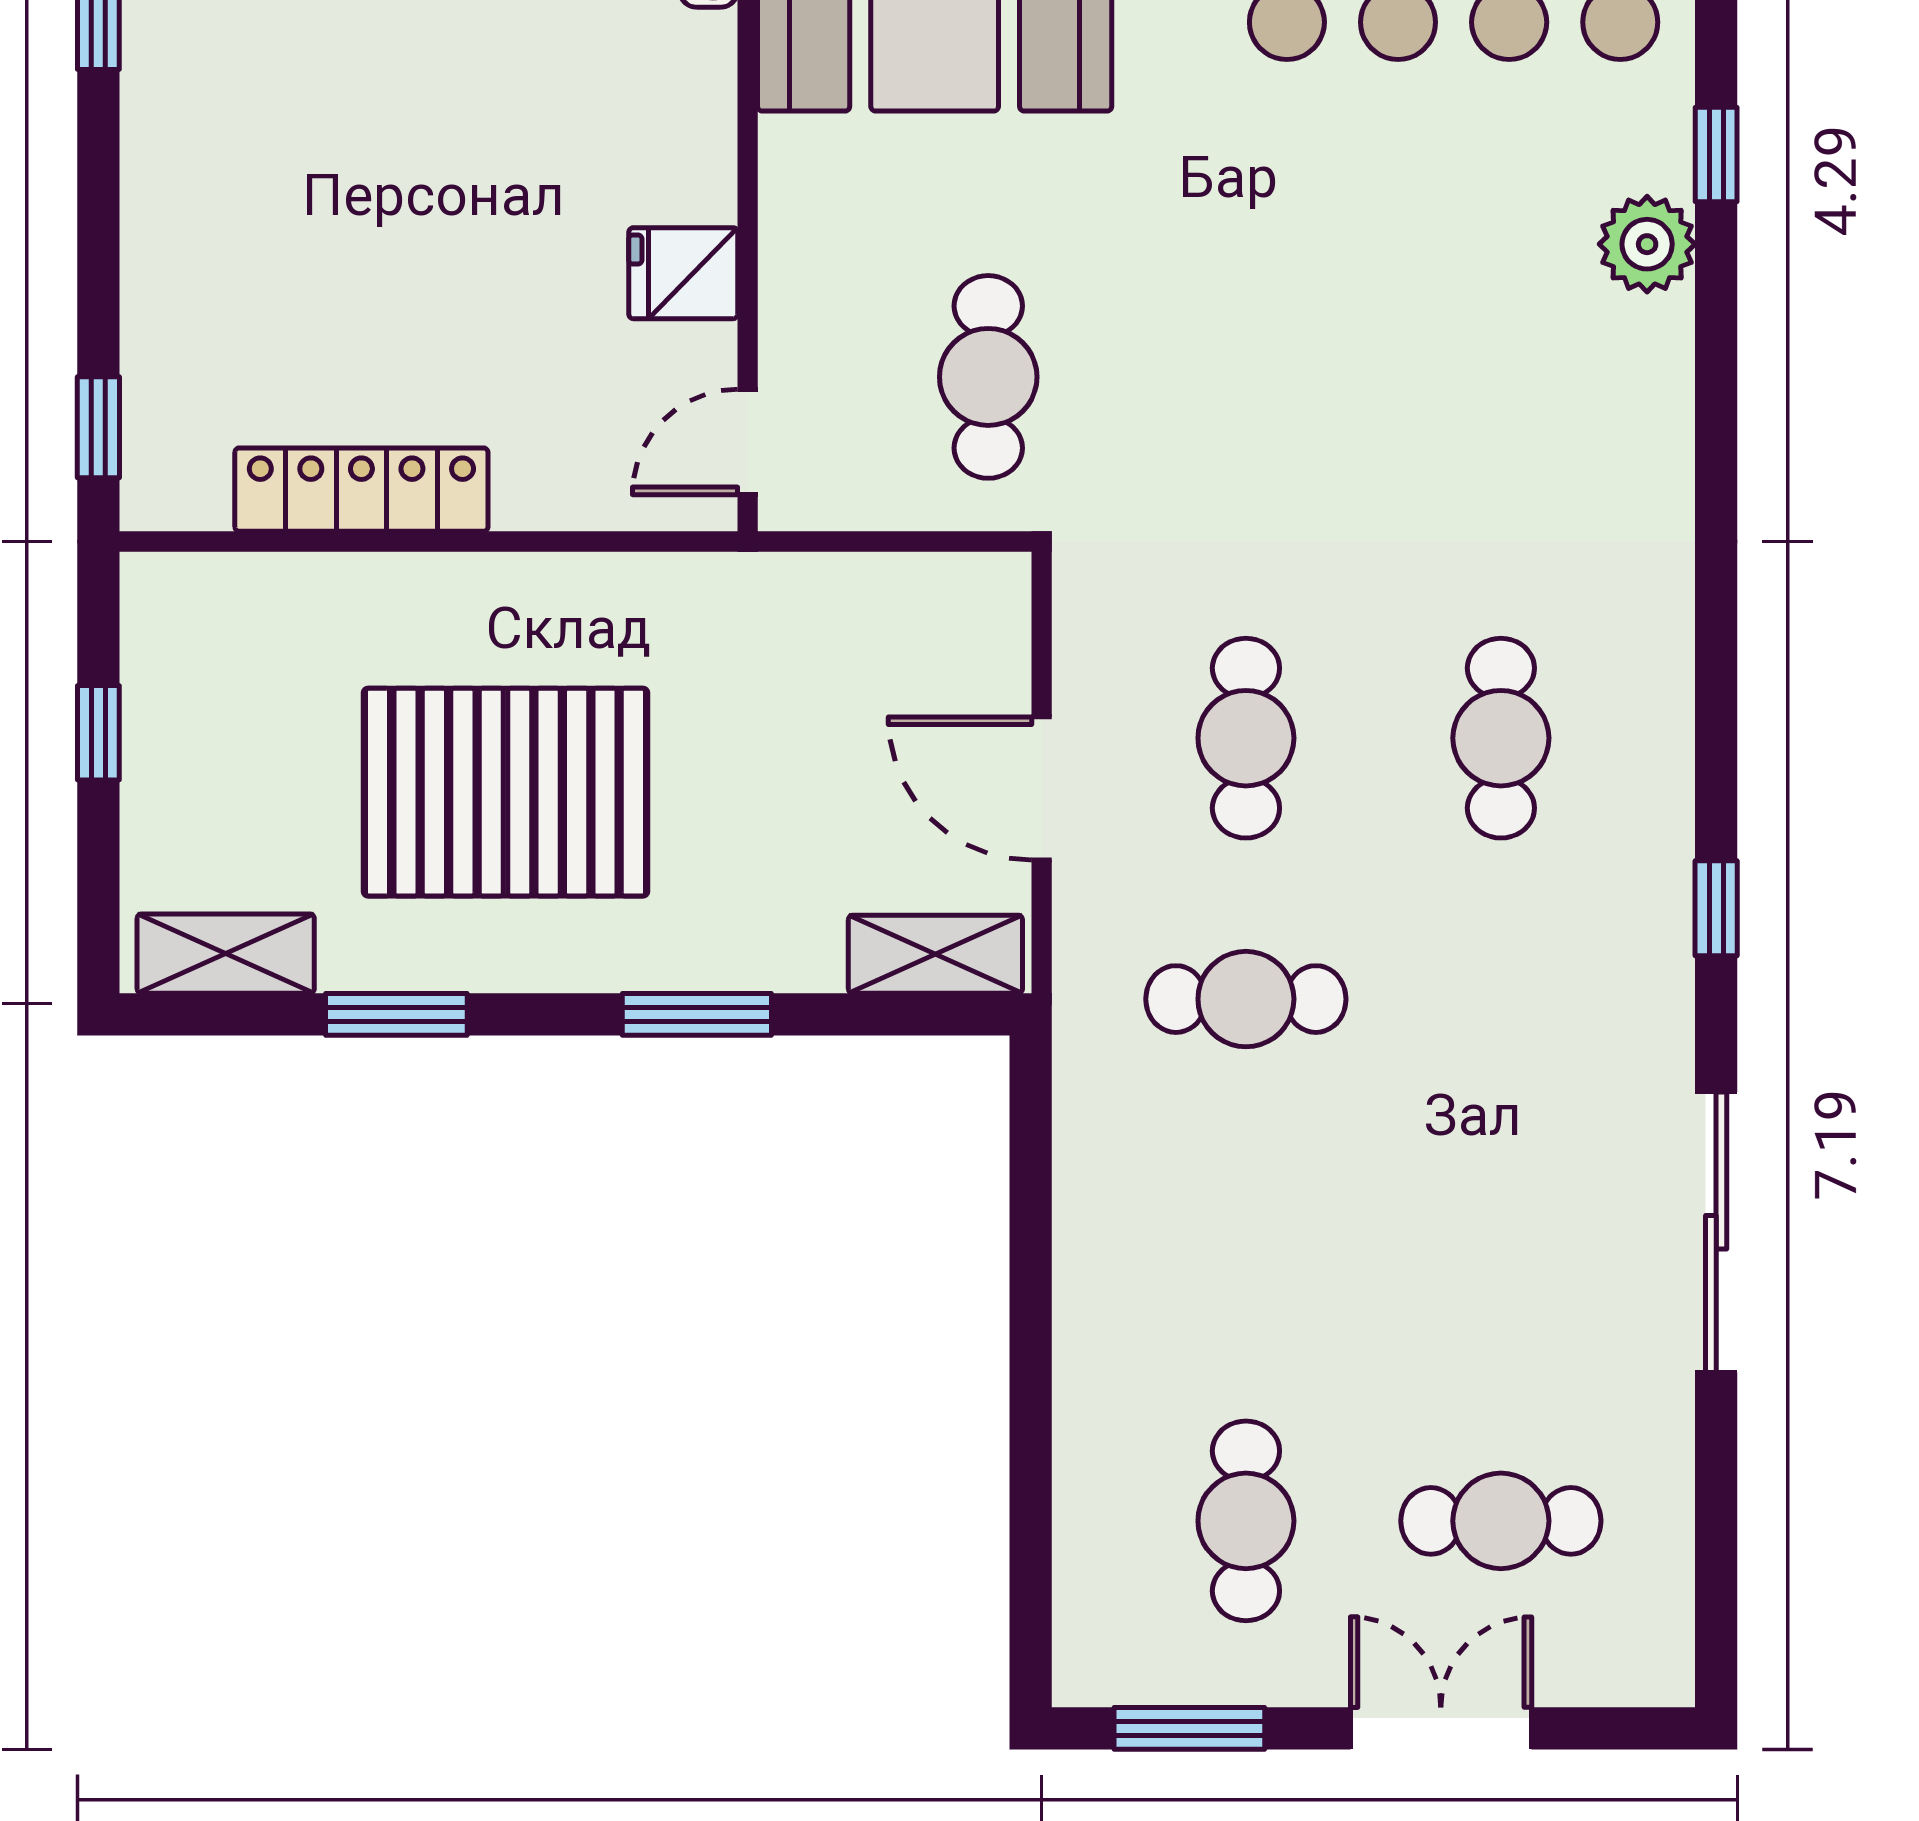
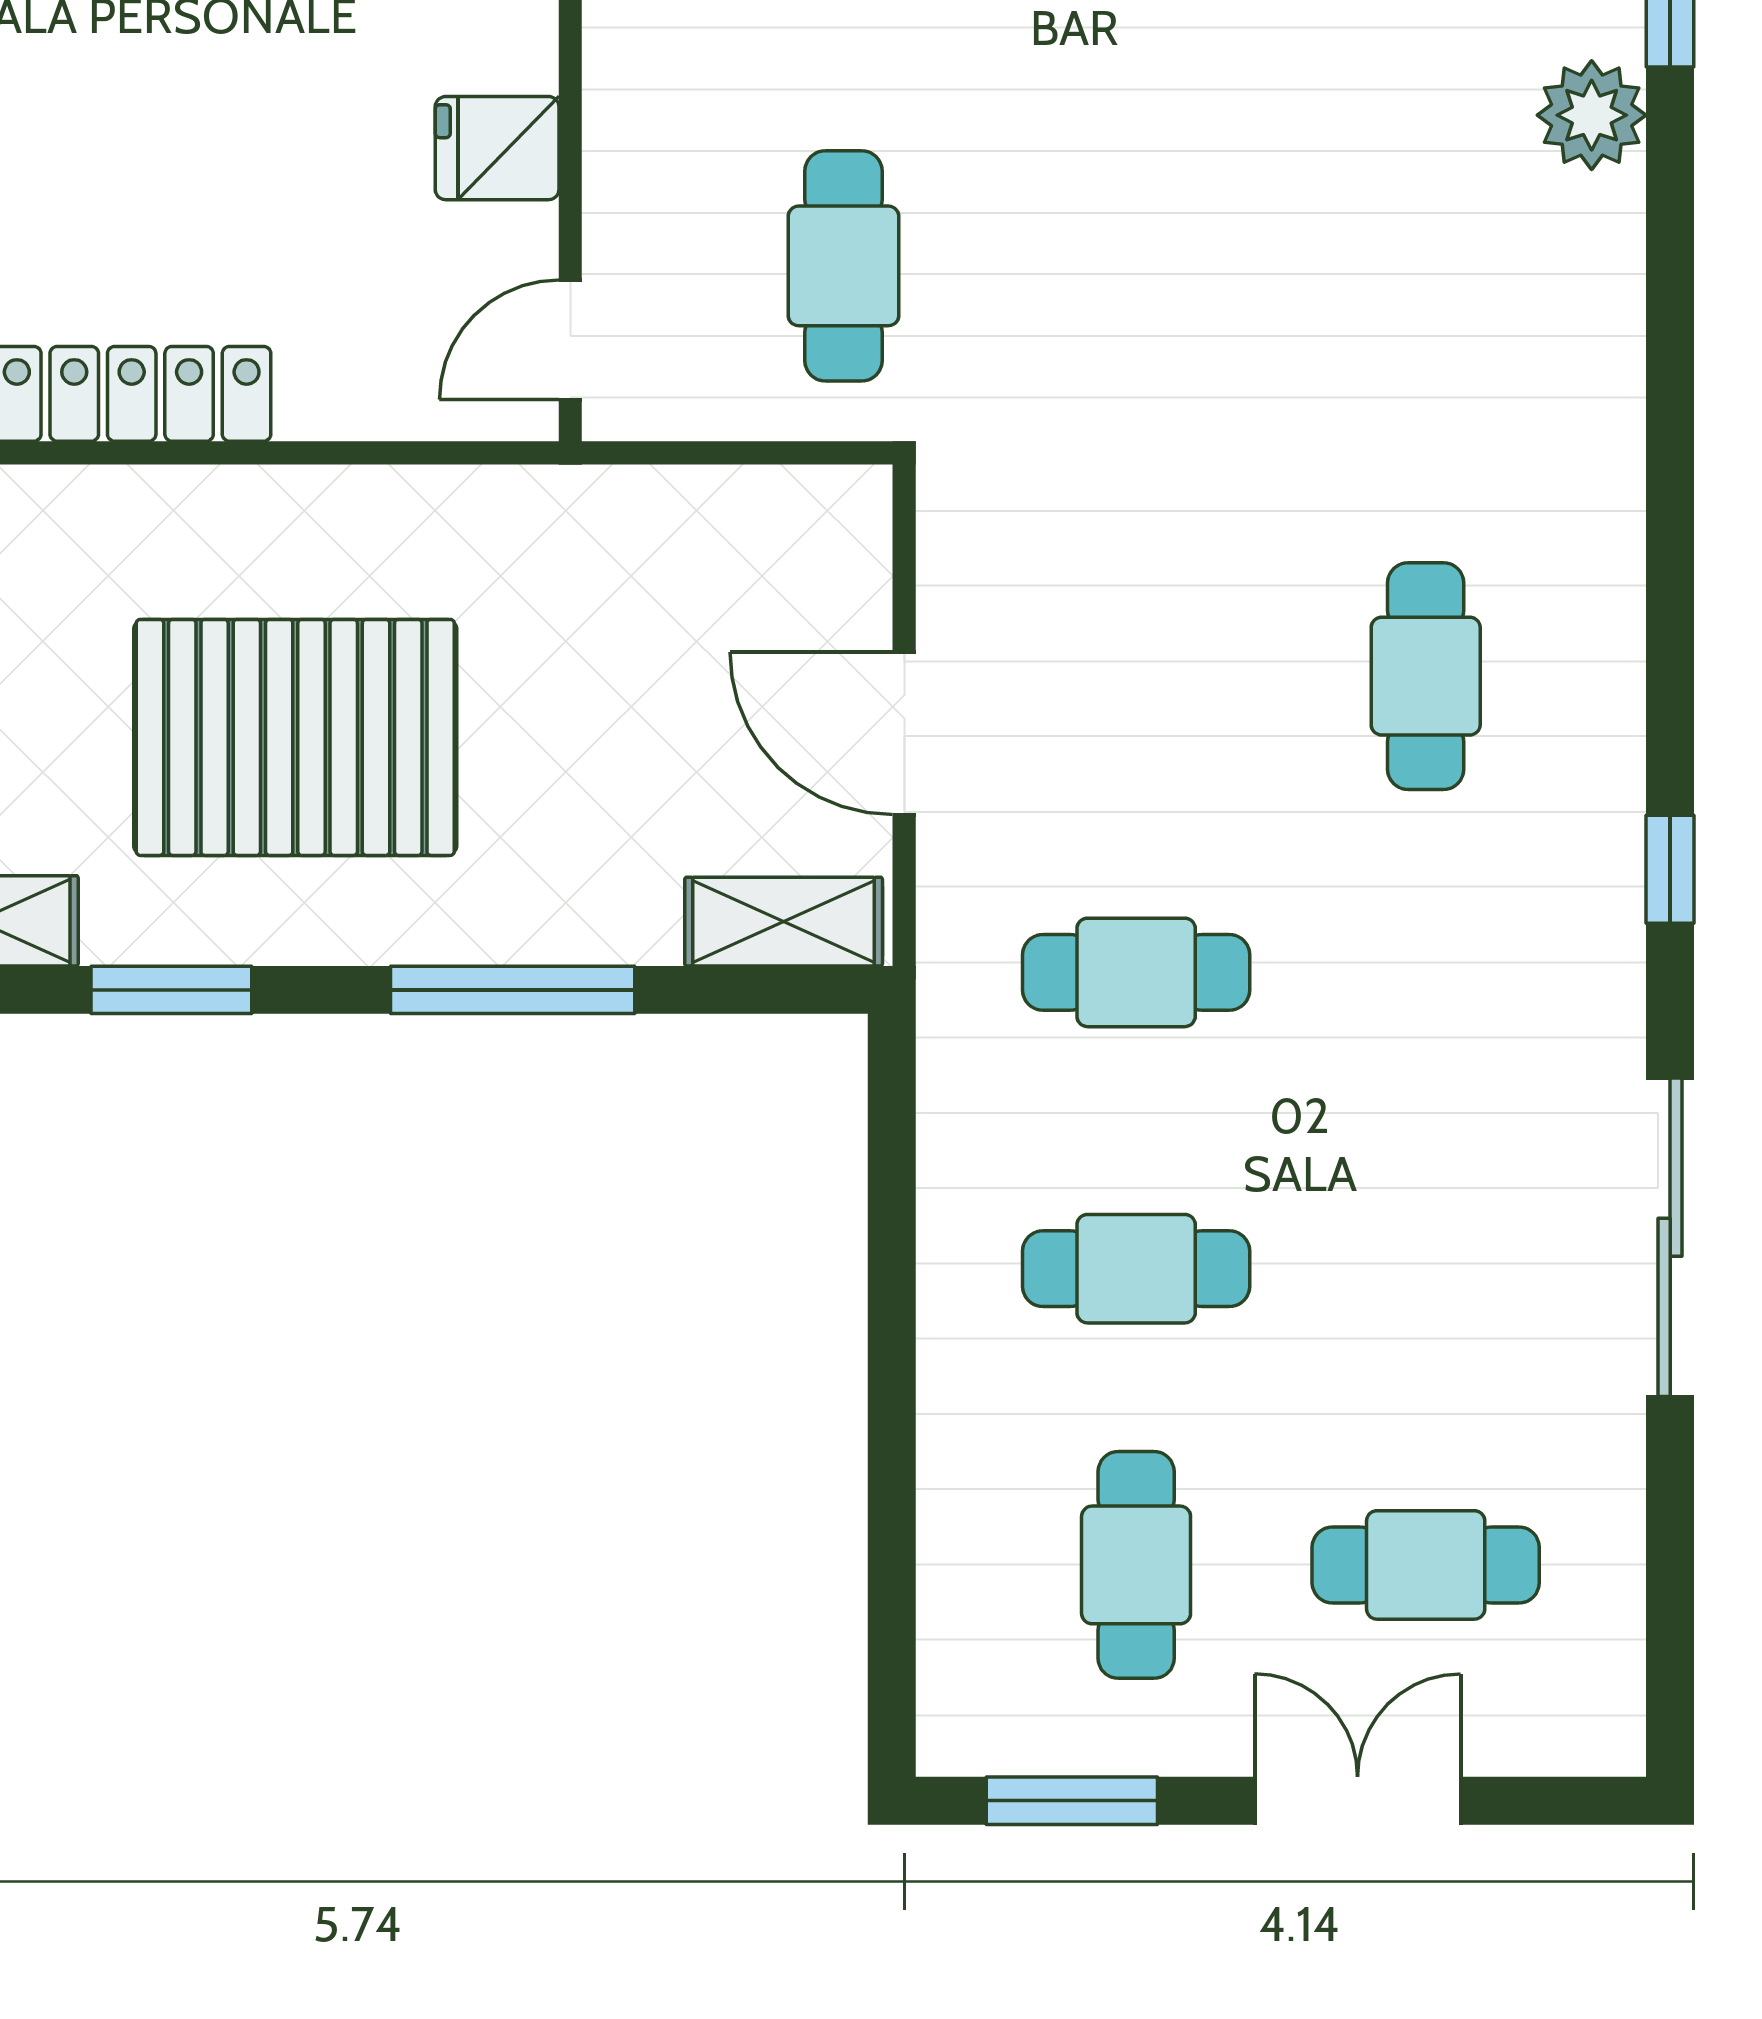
cafe table: (1246, 738) -> (1136, 1269), moved, turned 90
window: (697, 1014) -> (513, 990), width x1.44

